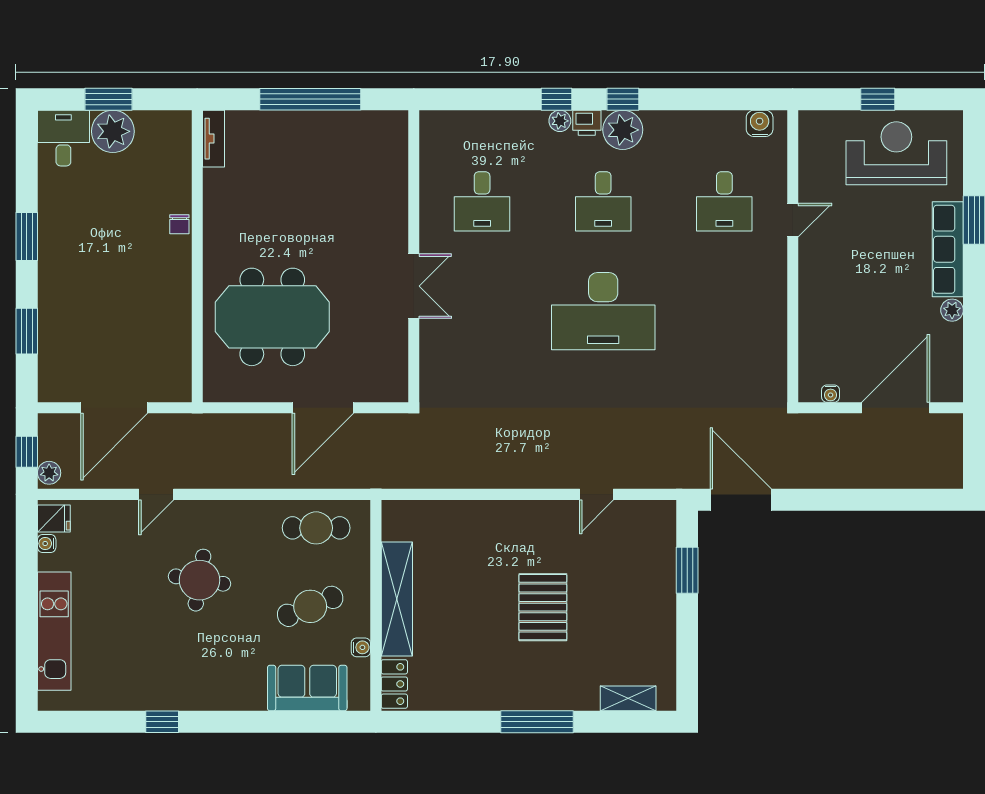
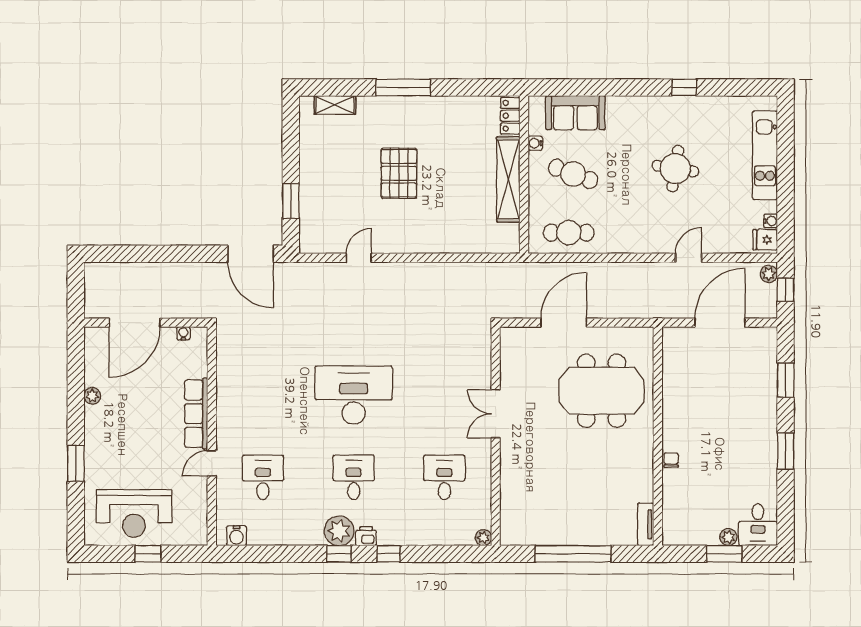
plant: (560, 121) -> (483, 538), moved
plant: (113, 131) -> (728, 537), width x0.53, depth x0.53
row of seats: (948, 249) -> (196, 414), moved, turned 180
round table: (199, 580) -> (675, 169), moved
cafe table: (310, 606) -> (573, 174), turned 42

